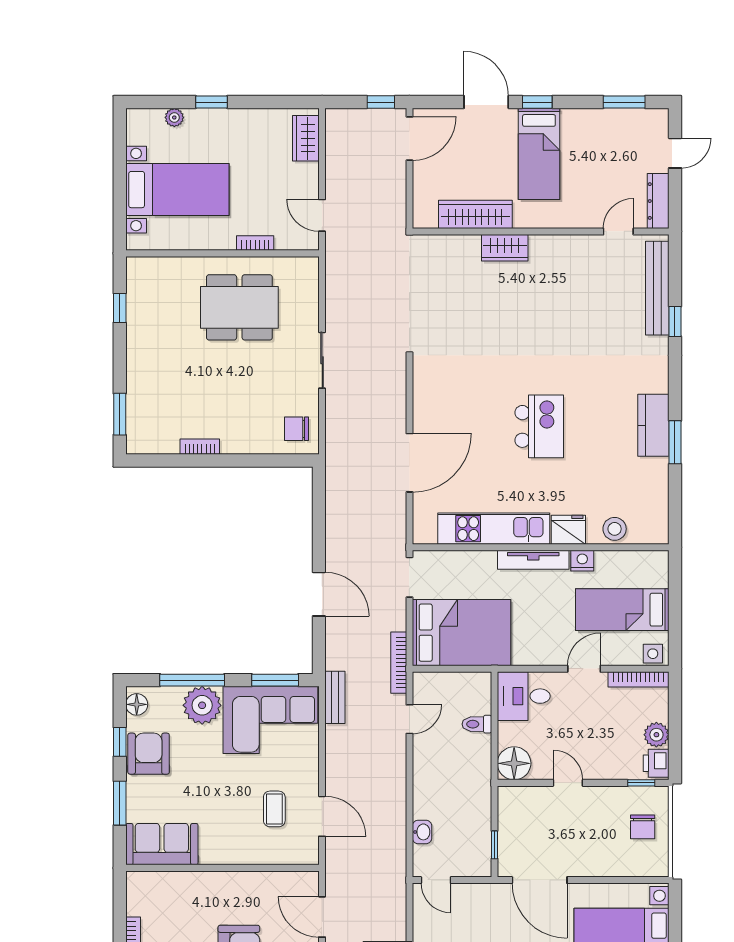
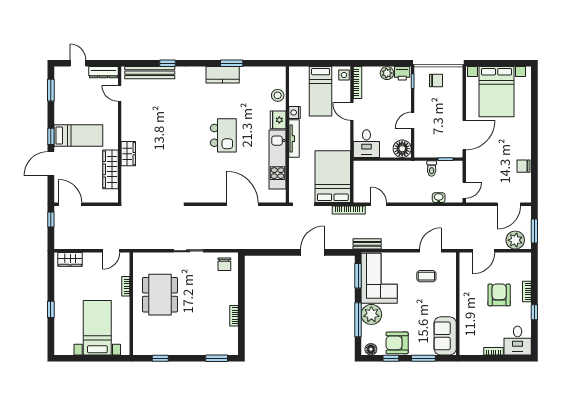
plant: (174, 117) -> (59, 329), removed
kitchen island: (539, 426) -> (223, 135), turned 90
toilet: (477, 724) -> (432, 168), moved

